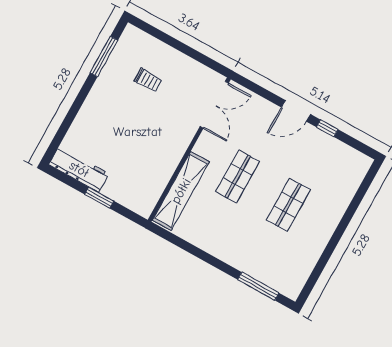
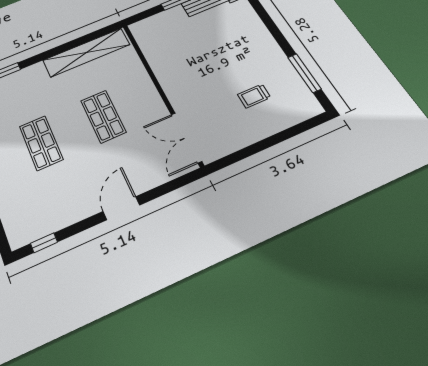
window: (327, 128) -> (44, 243), moved
shelving: (181, 191) -> (86, 52), moved, turned 90

